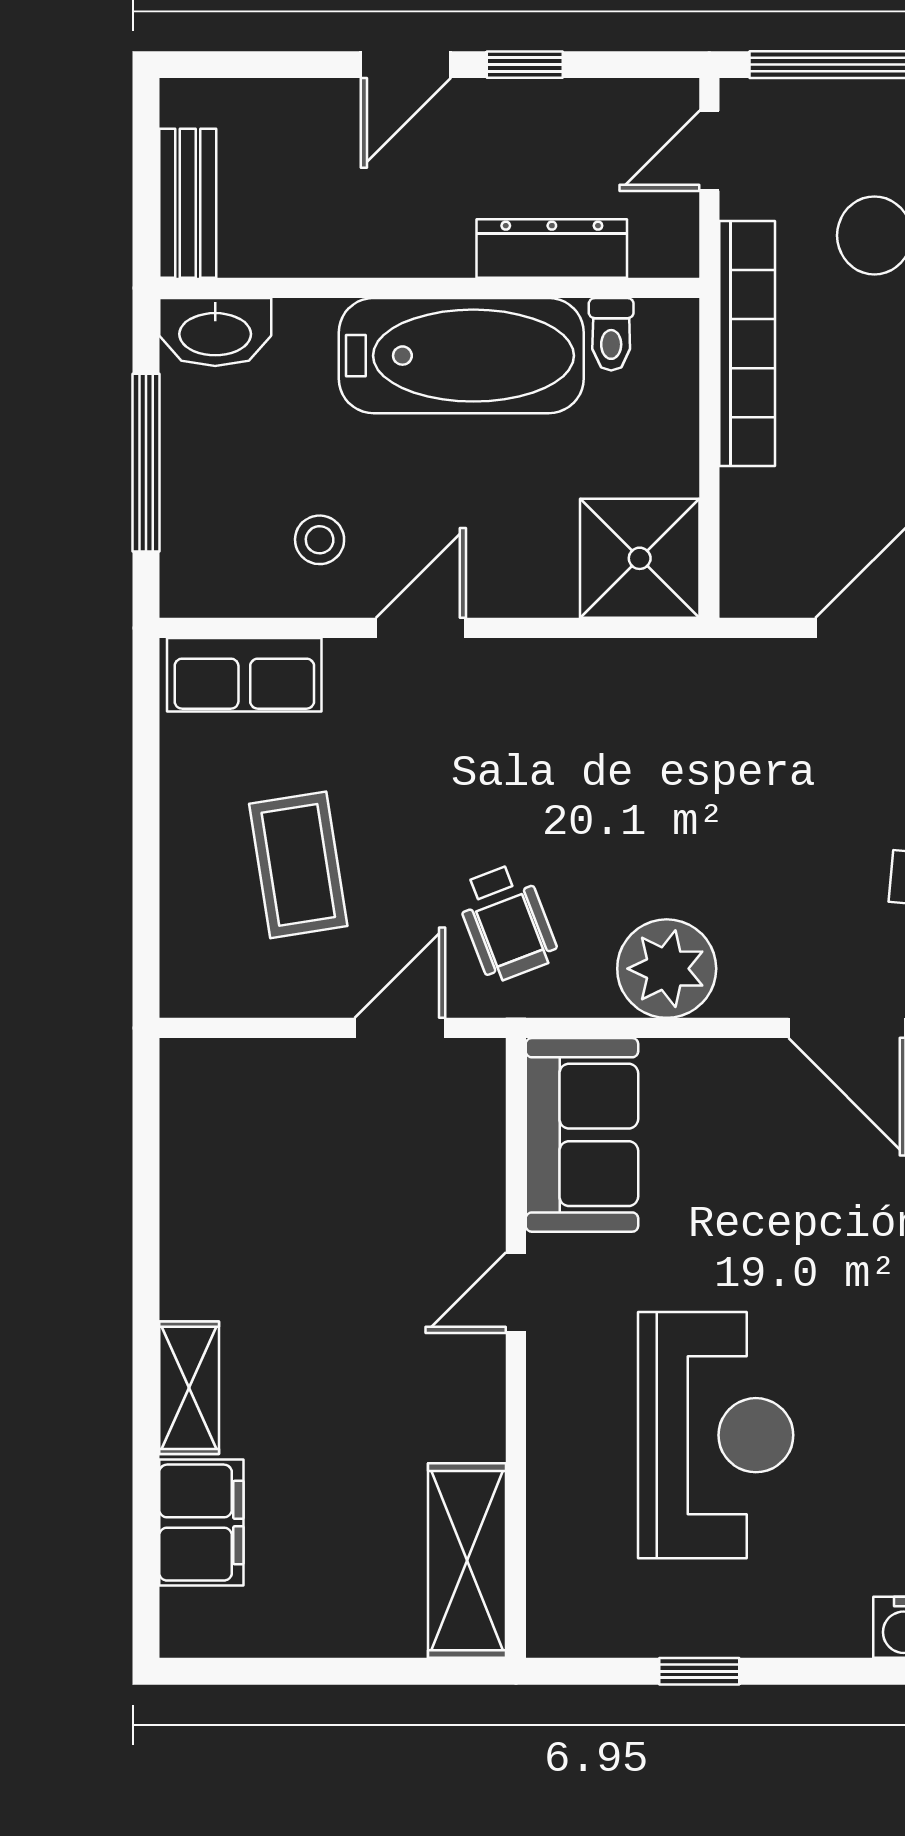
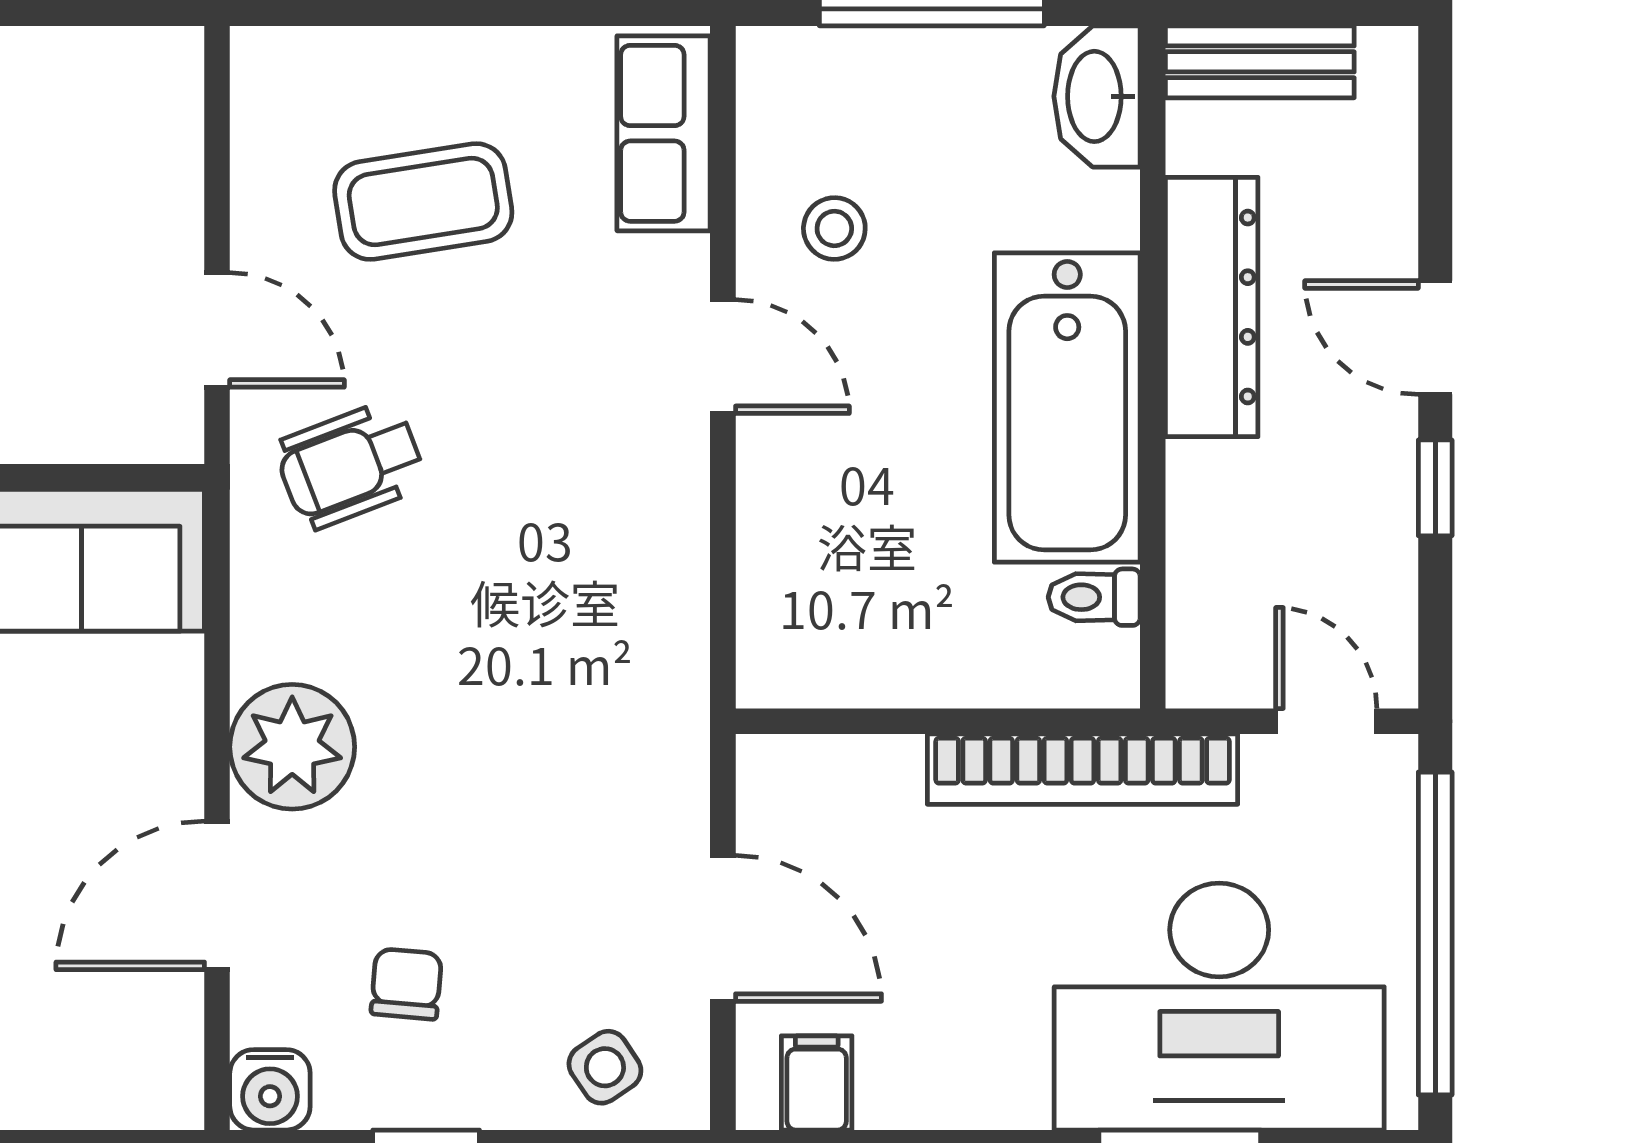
dresser: (552, 249) -> (1212, 307), moved, width x1.37, depth x1.24
shower: (640, 558) -> (811, 633), removed
plant: (667, 969) -> (292, 747), moved

